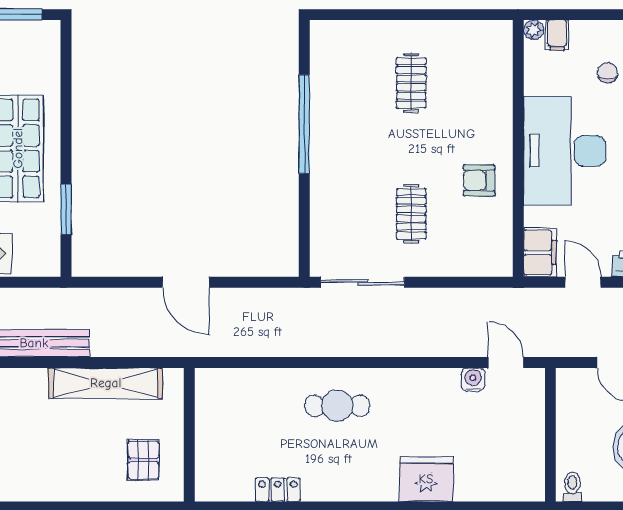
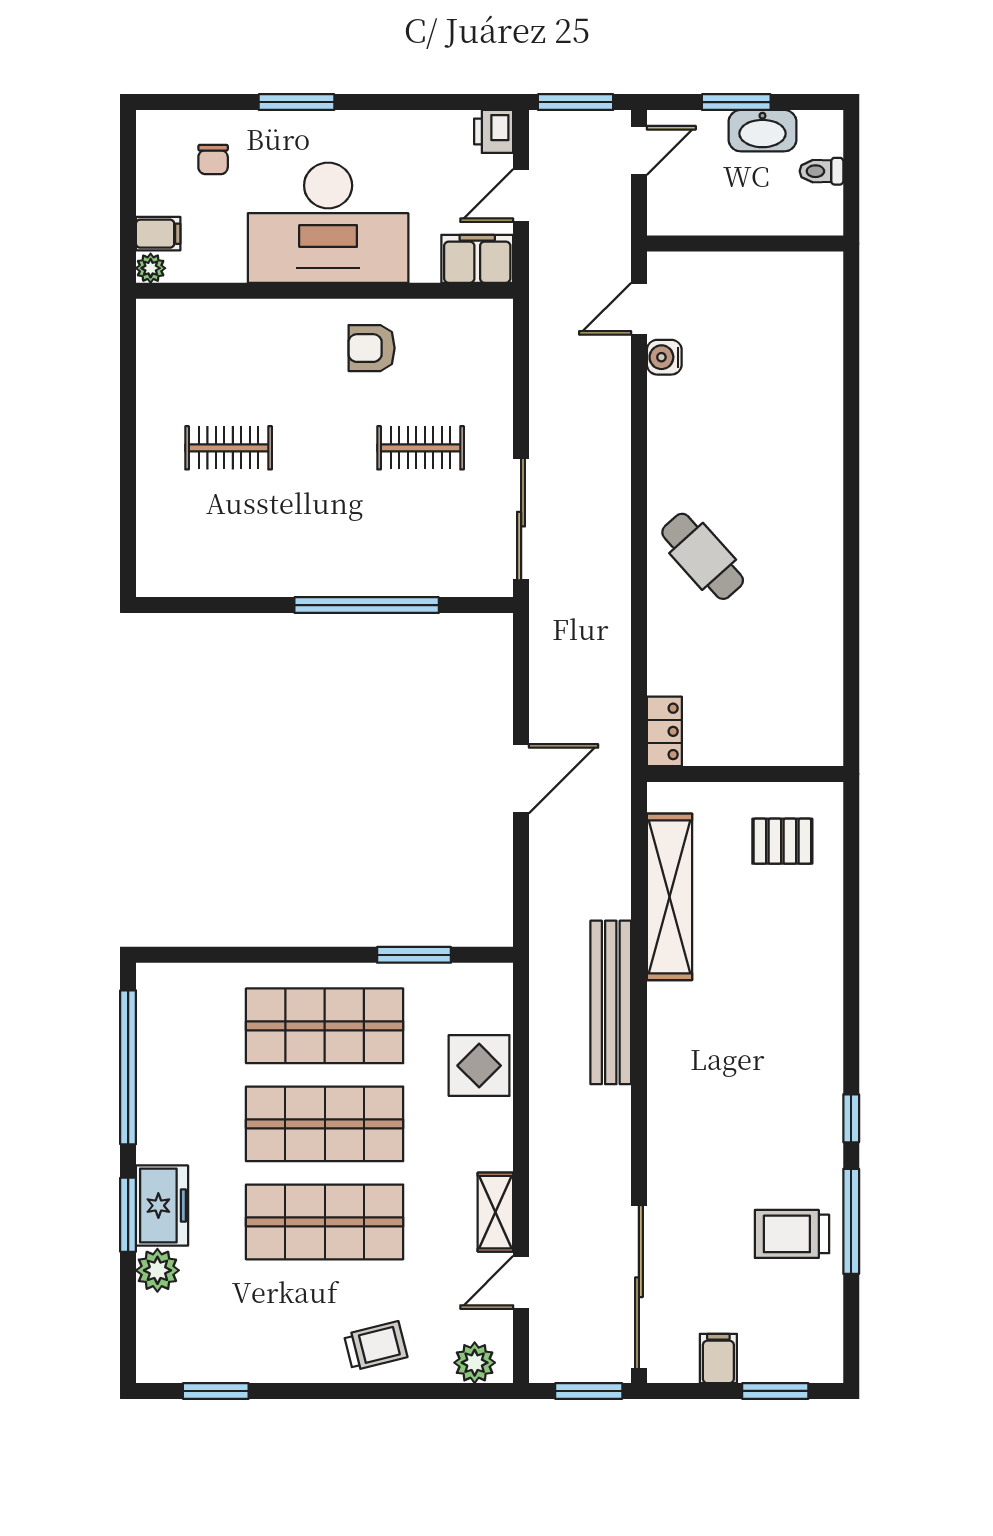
chair: (608, 73) -> (213, 159), turned -90
window: (304, 124) -> (367, 605), moved
armchair: (479, 180) -> (372, 348), turned 90
cafe table: (337, 406) -> (703, 556), turned -42
fridge: (426, 479) -> (810, 426), removed
toilet: (572, 487) -> (821, 171), moved
locker: (278, 490) -> (664, 731), moved, turned 180

